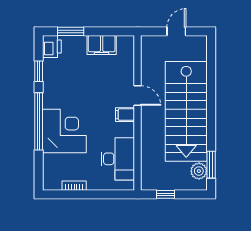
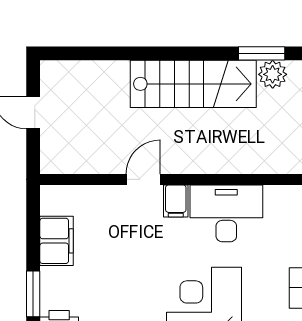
stairs: (186, 111) -> (193, 84), width x0.73, depth x0.66
desk: (118, 159) -> (226, 213), moved

